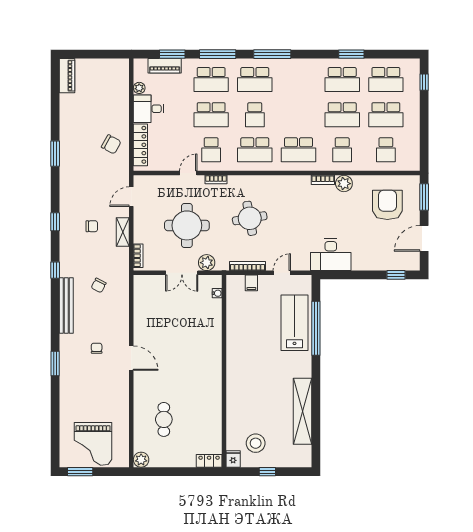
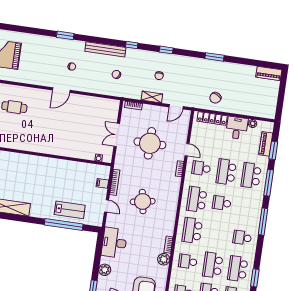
school desk: (255, 80) -> (242, 238), moved, width x0.54
door: (131, 197) -> (176, 107), swing flipped
round table: (250, 218) -> (143, 201), moved
plant: (207, 263) -> (105, 270), moved
lab bench: (295, 323) -> (70, 210), width x0.73, depth x0.72

